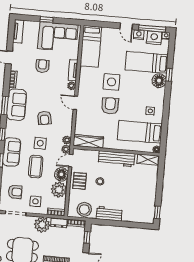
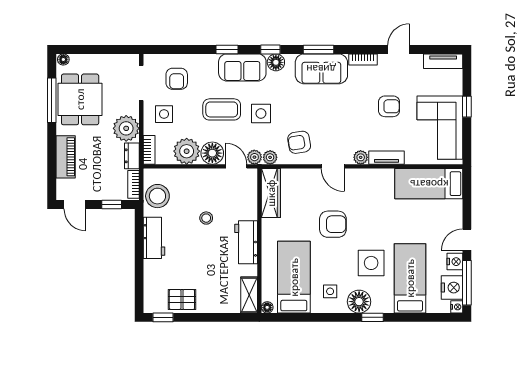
window: (169, 75) -> (373, 317), moved
floor lamp: (159, 81) -> (359, 302), moved
side table: (112, 82) -> (371, 263), moved
door: (75, 103) -> (333, 166), swing flipped
armchair: (44, 118) -> (299, 142), moved
floor lamp: (10, 132) -> (276, 62), added
workbench: (116, 159) -> (246, 242), width x0.73
pallet: (80, 181) -> (182, 299), moved

